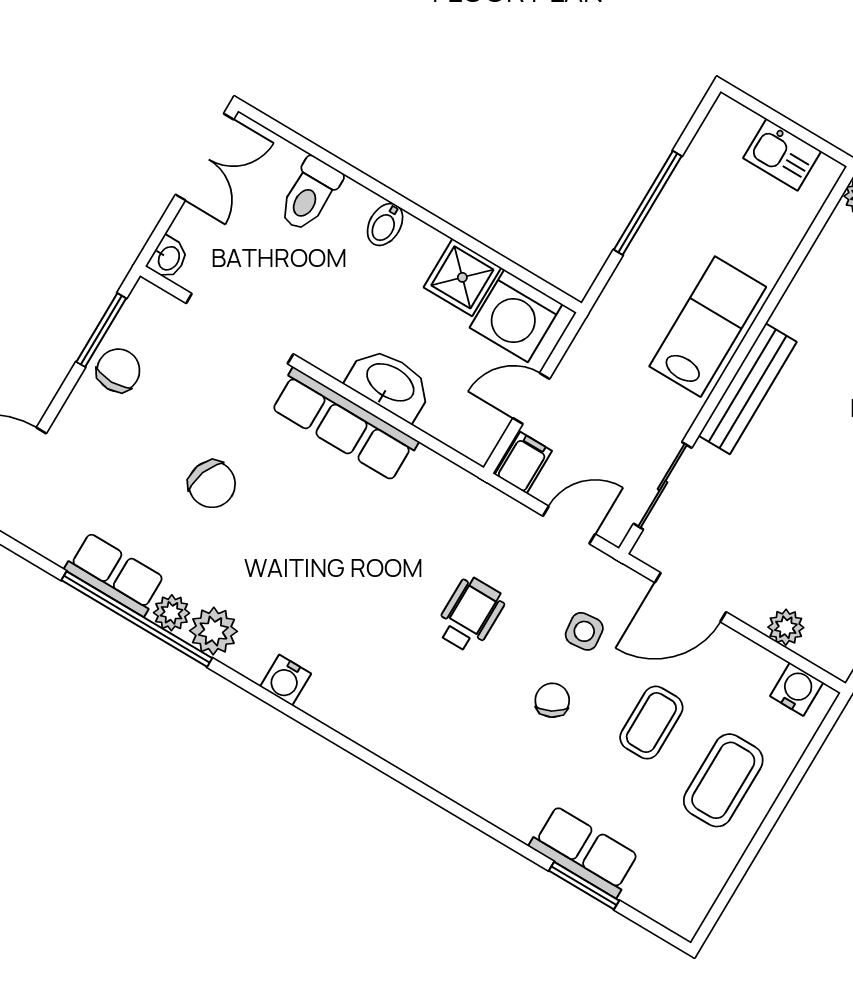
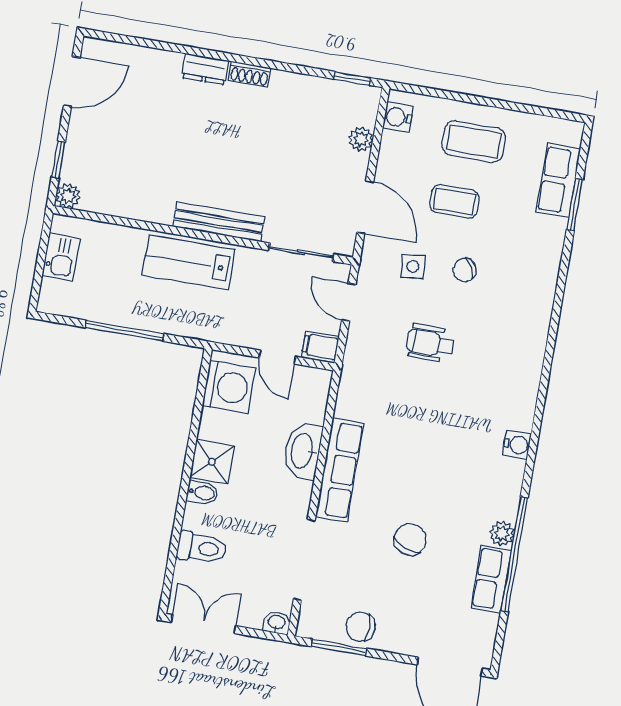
shower: (462, 277) -> (212, 462), moved
plant: (213, 631) -> (503, 503), removed
row of seats: (585, 851) -> (558, 180), moved

